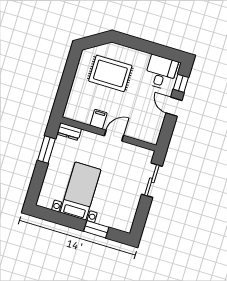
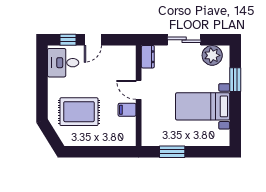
rug: (110, 73) -> (79, 112), turned 90
dresser: (69, 132) -> (148, 57), moved
sliding door: (152, 180) -> (184, 40), moved
plant: (126, 214) -> (212, 55), added

